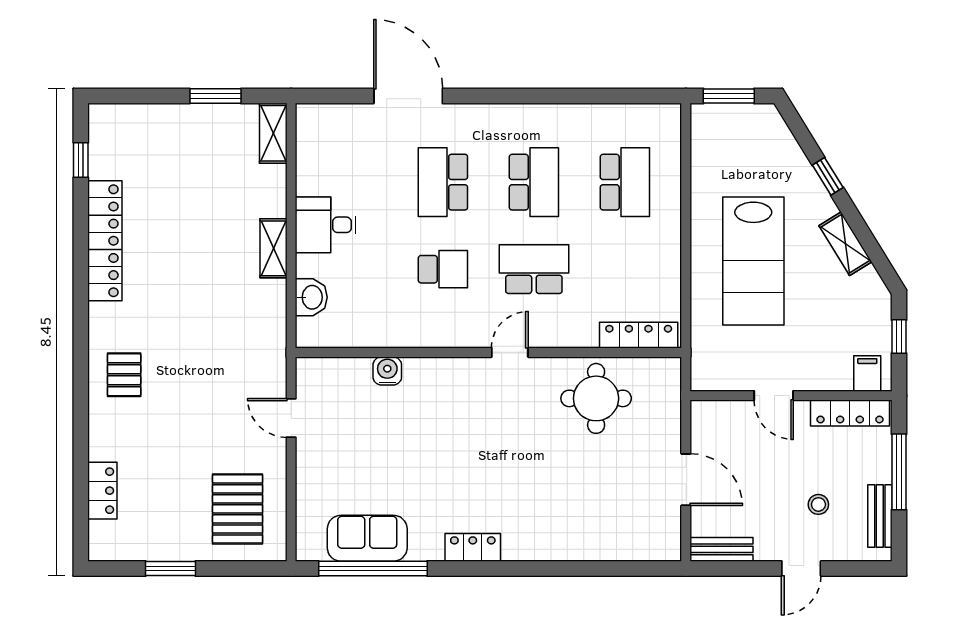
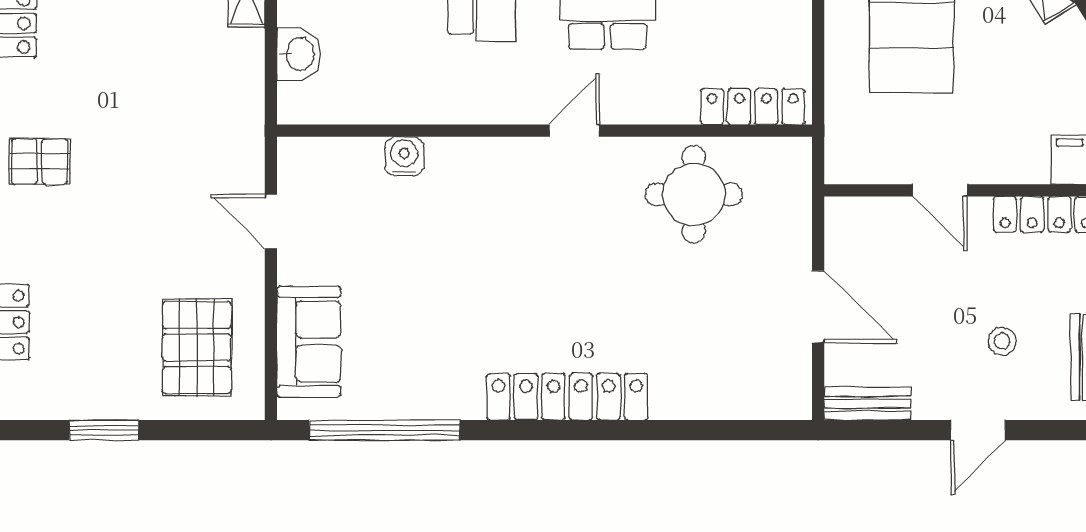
pallet: (124, 375) -> (39, 162), turned 90
sofa: (367, 538) -> (309, 342), moved, turned 90
locker: (473, 547) -> (567, 397), width x2.16, depth x1.21

